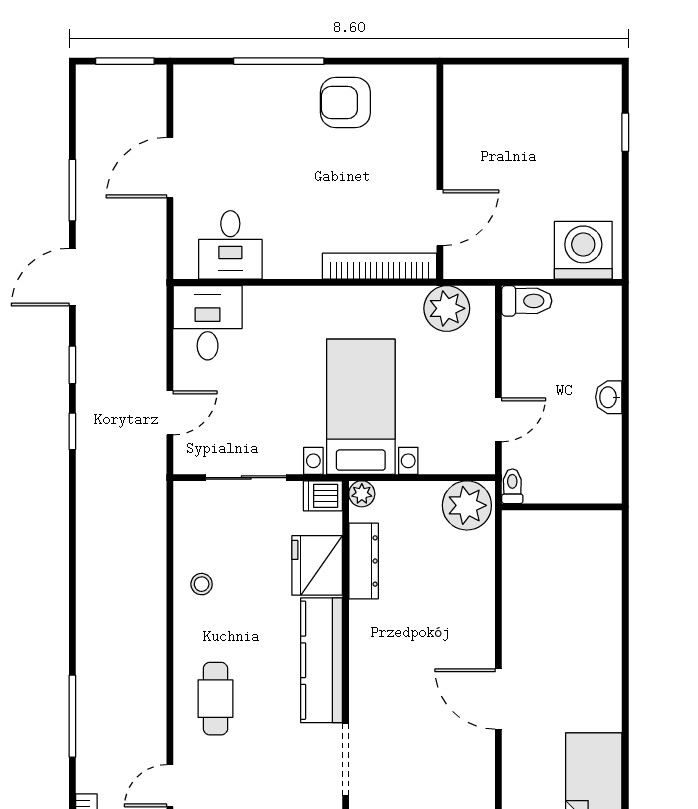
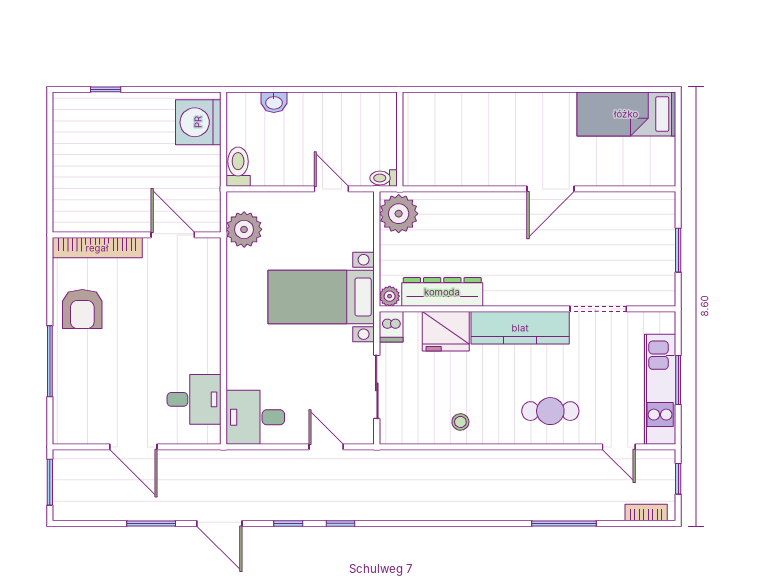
bookcase: (379, 266) -> (97, 248), moved, turned -90
washbasin: (609, 397) -> (274, 102), moved
dresser: (364, 561) -> (442, 292), width x1.37, depth x1.24

